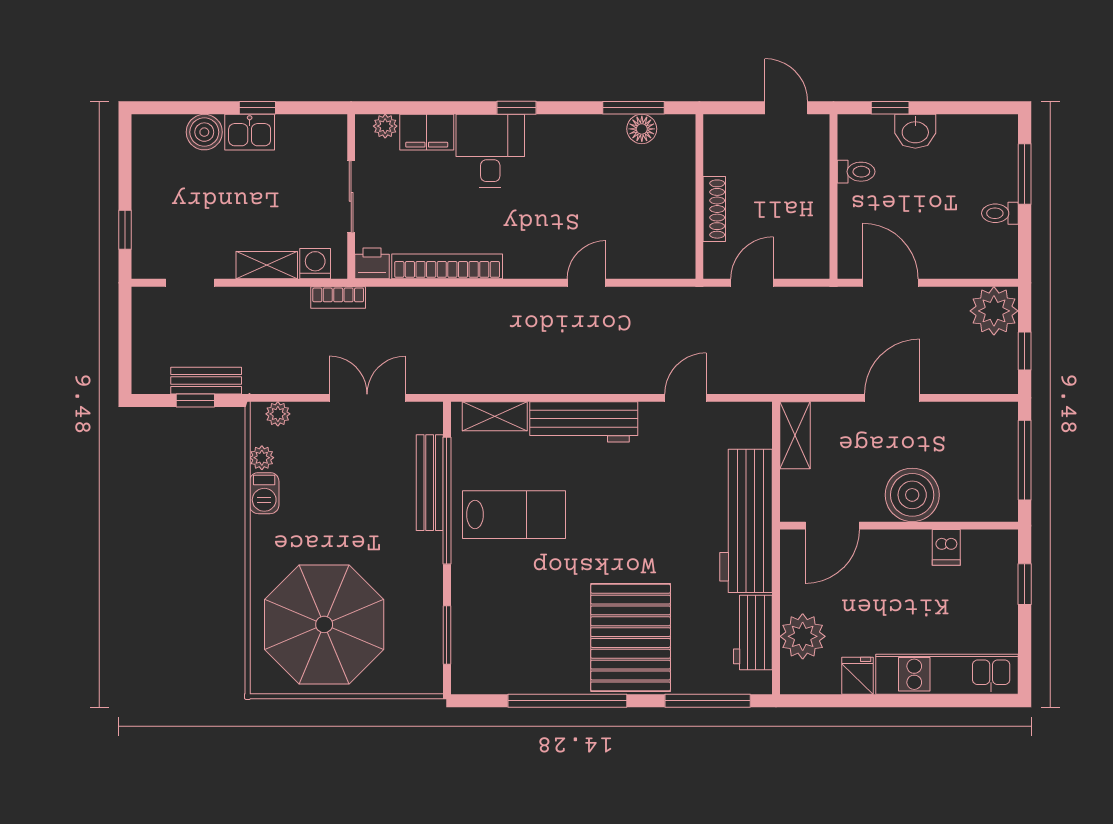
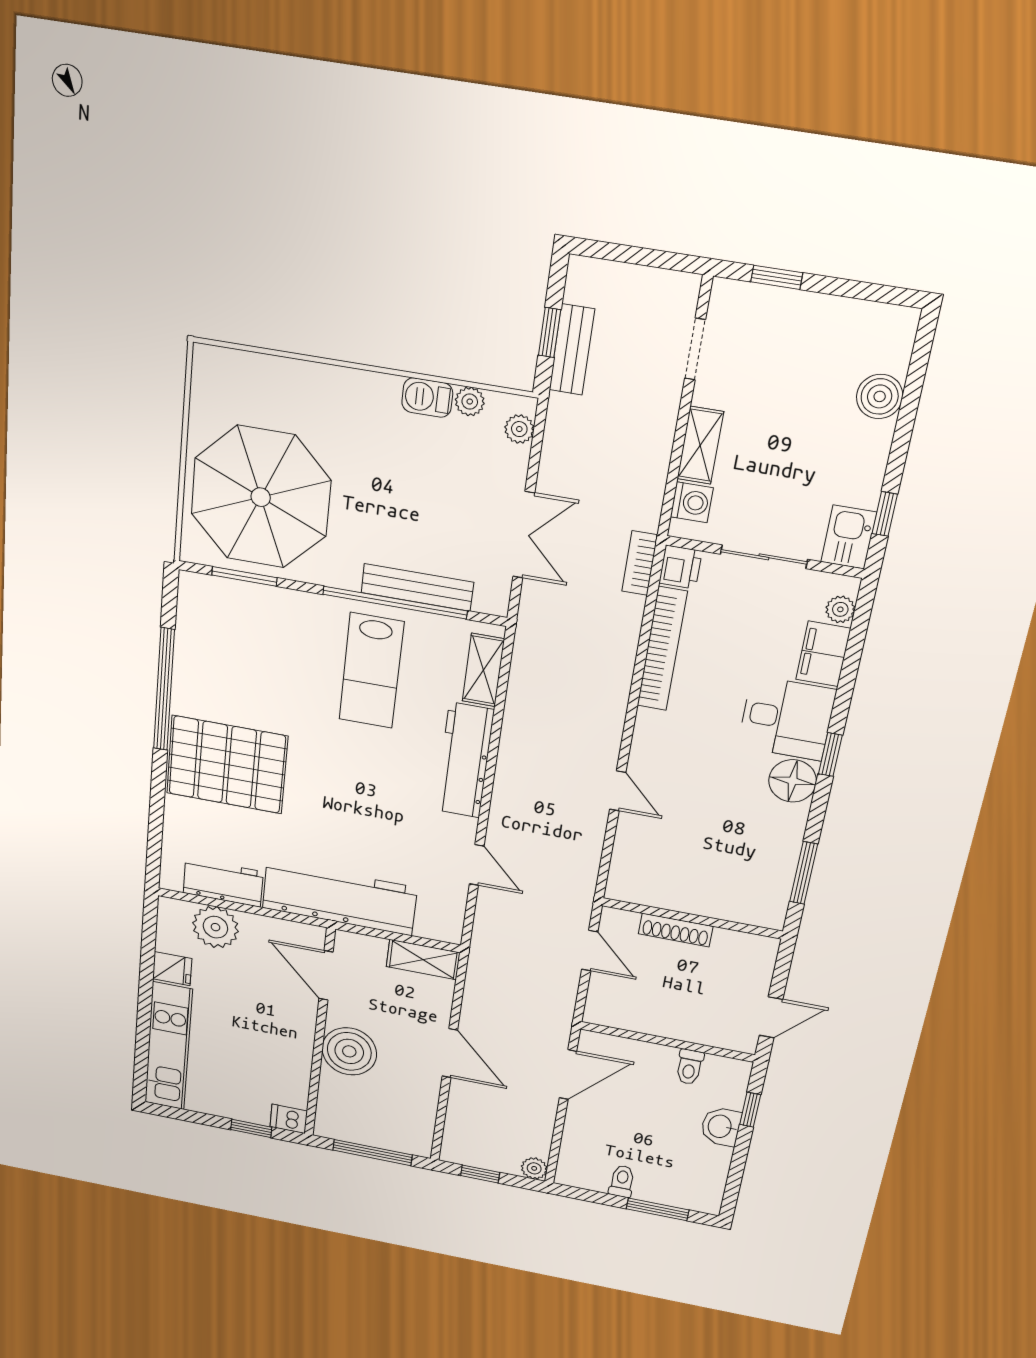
window: (257, 108) -> (885, 514), moved
floor lamp: (642, 129) -> (793, 781), moved, width x1.38, depth x1.38
kitchen sink: (250, 132) -> (849, 537), moved
bookcase: (338, 298) -> (640, 563), moved
plant: (994, 311) -> (534, 1168), width x0.53, depth x0.53
dishwasher: (946, 547) -> (289, 1119), moved
parasol: (324, 624) -> (261, 497), moved
window: (708, 701) -> (156, 827), removed

